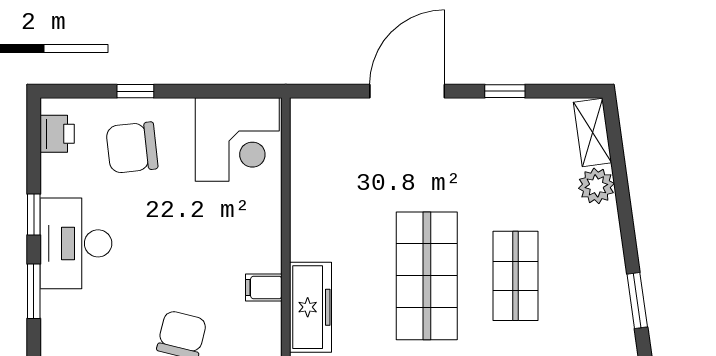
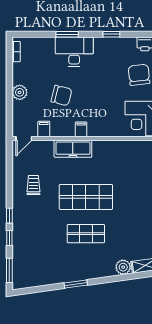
desk: (76, 243) -> (74, 52), moved
window: (34, 291) -> (67, 34), moved

